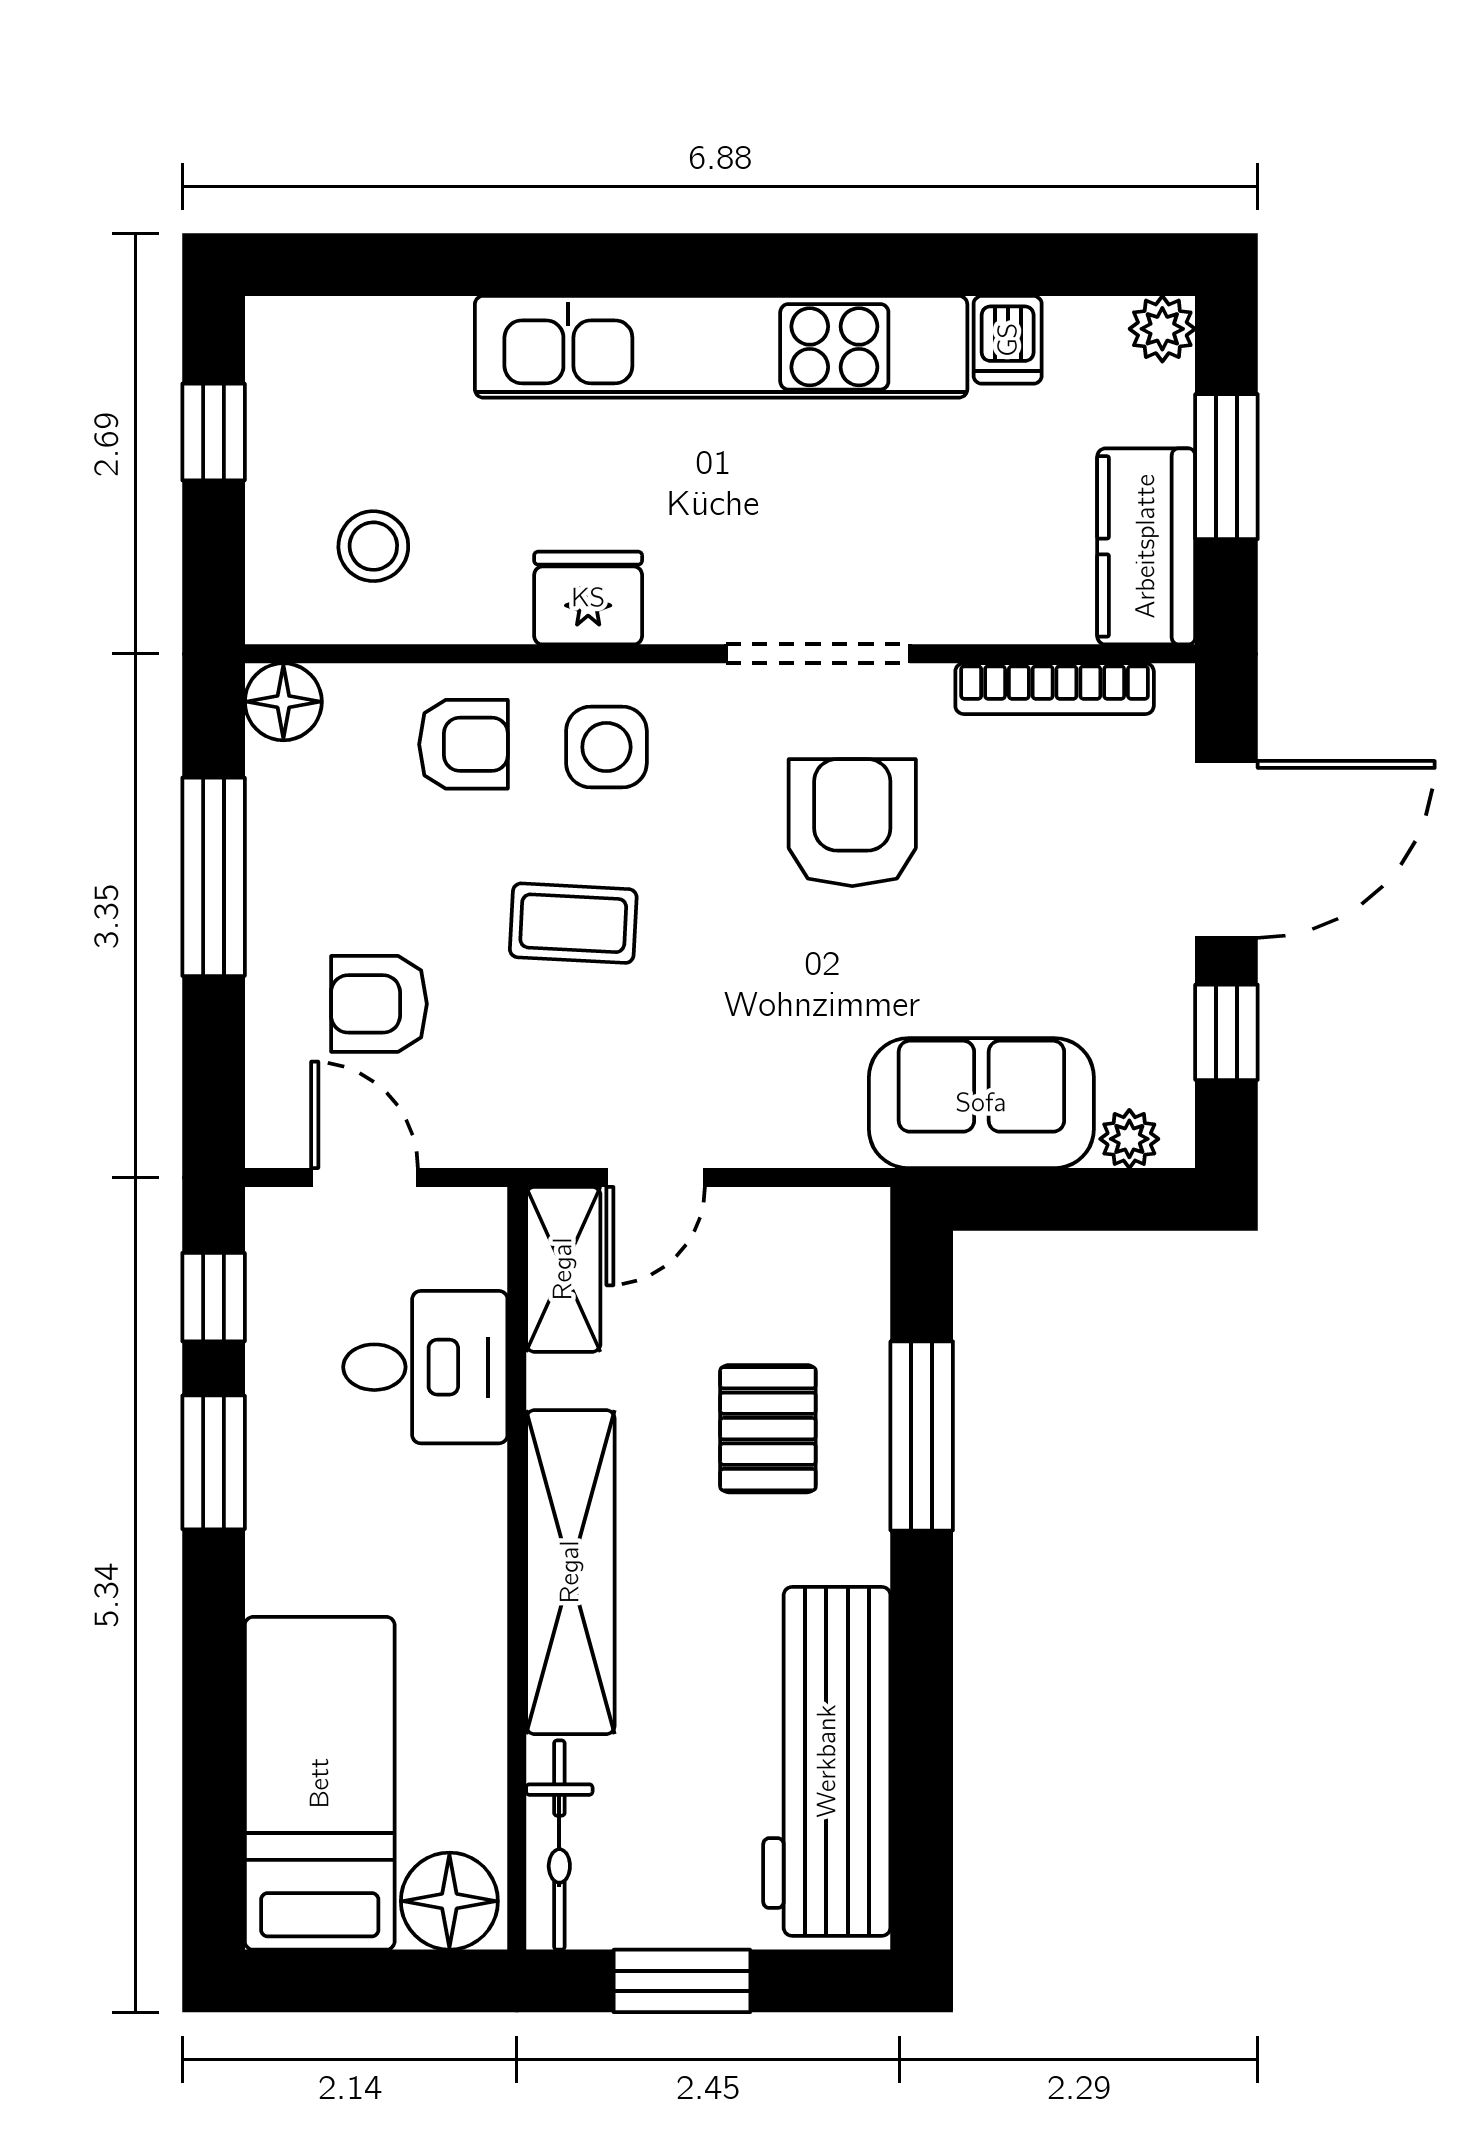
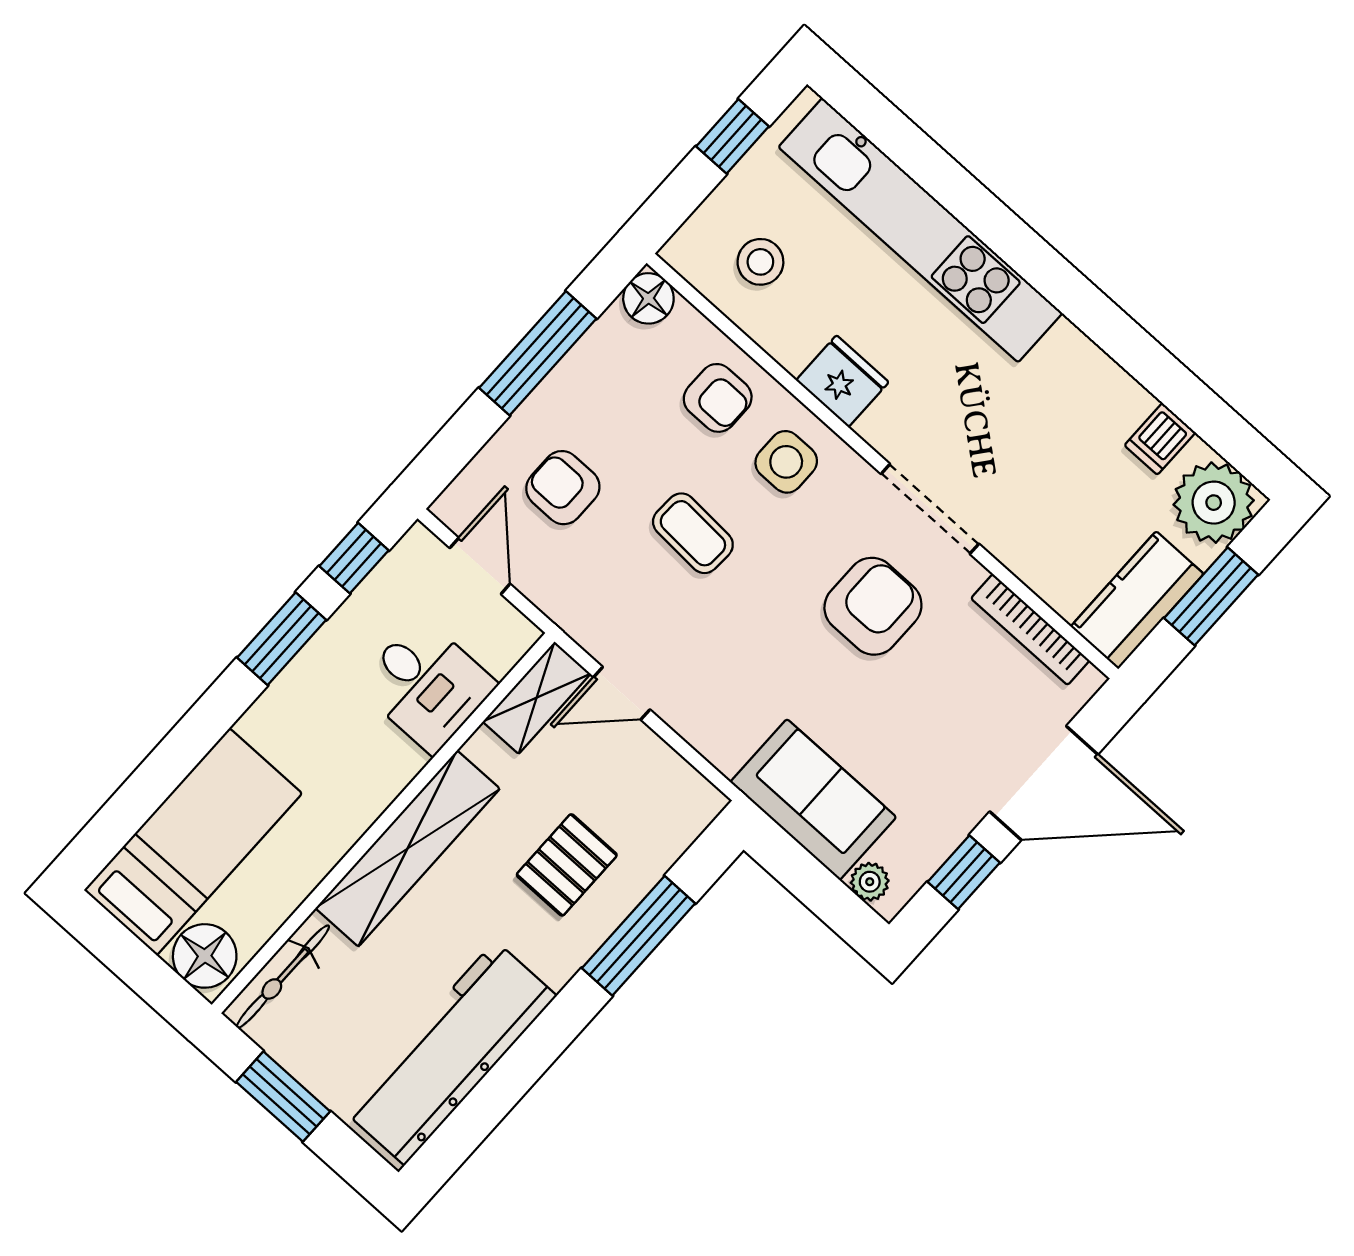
plant: (1162, 329) -> (1214, 503), width x1.88, depth x1.88
kitchen unit: (721, 347) -> (920, 230), moved

